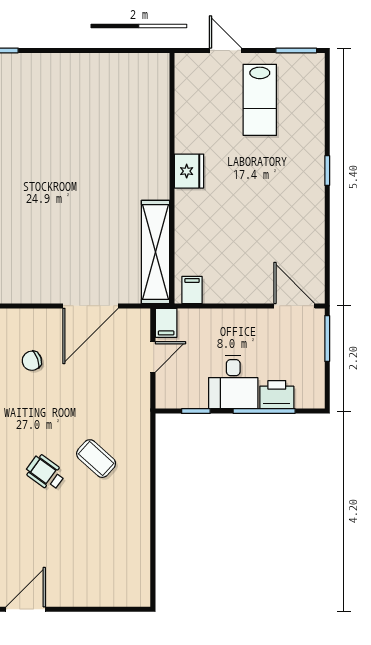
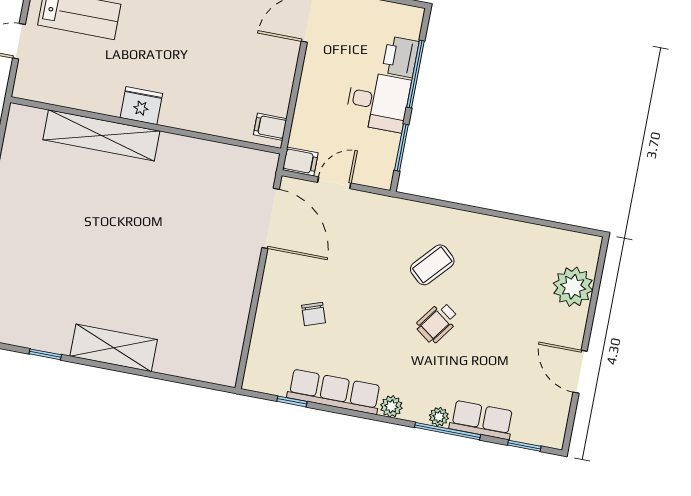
shelving: (156, 252) -> (101, 135), moved
door: (90, 306) -> (271, 218), moved
door: (153, 357) -> (334, 183), hinge flipped
window: (196, 411) -> (401, 148), width x1.50
plant: (100, 588) -> (573, 287), added

